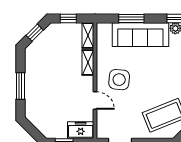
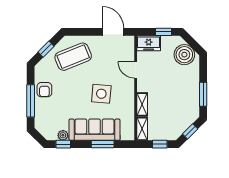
side table: (119, 80) -> (101, 94), moved
window: (20, 86) -> (203, 94), moved
boiler: (41, 118) -> (184, 55), added

